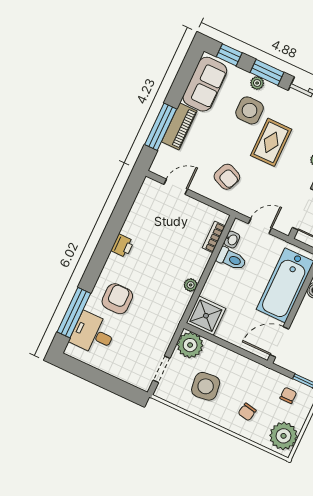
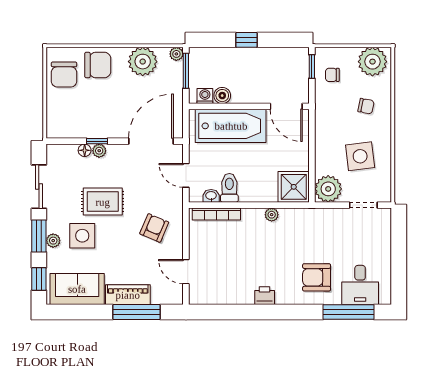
bookcase: (214, 237) -> (216, 214), width x1.56

